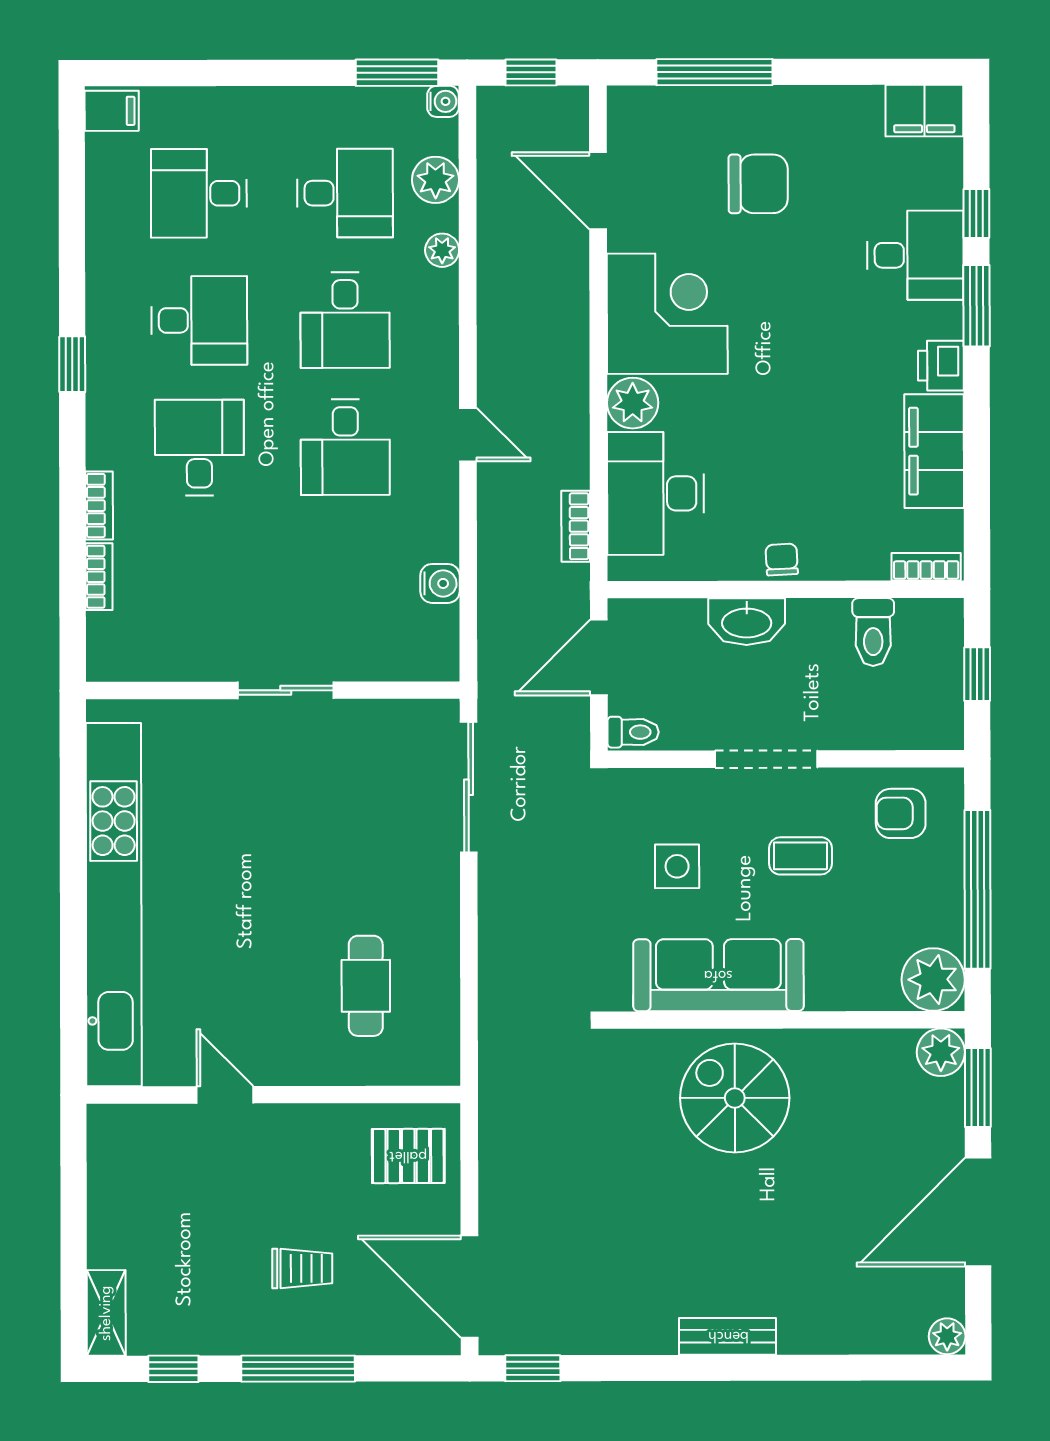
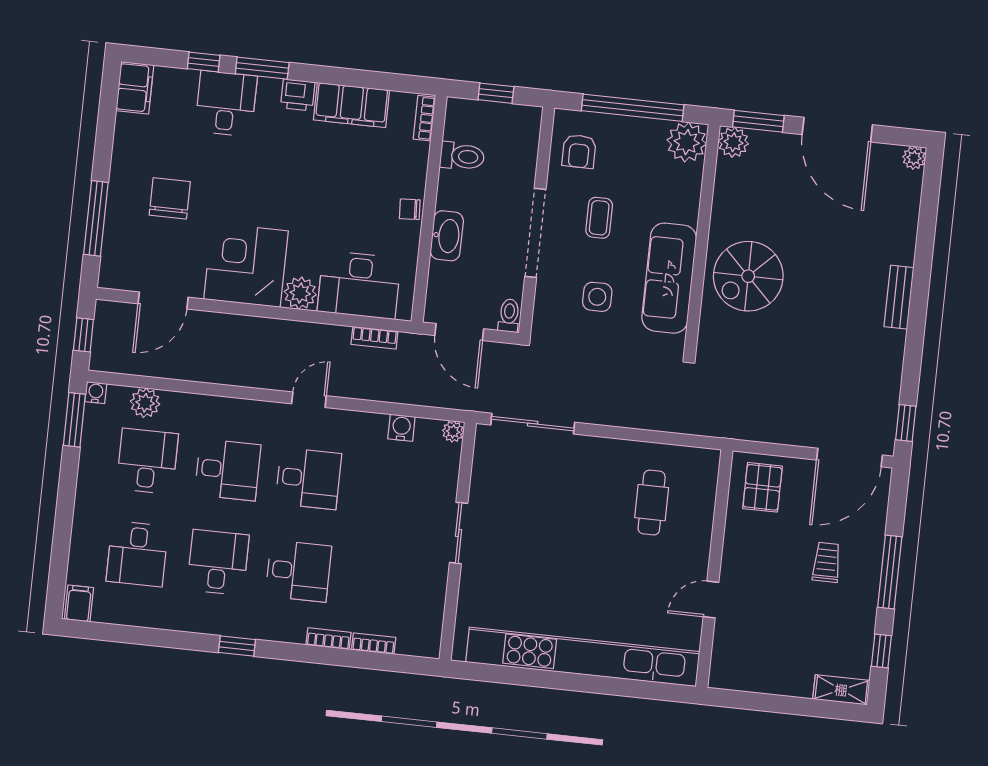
plant: (442, 250) -> (453, 432), moved
desk: (199, 447) -> (299, 571), turned 180
doorway: (766, 759) -> (535, 233), width x1.36
cafe table: (366, 986) -> (652, 503), turned 90

